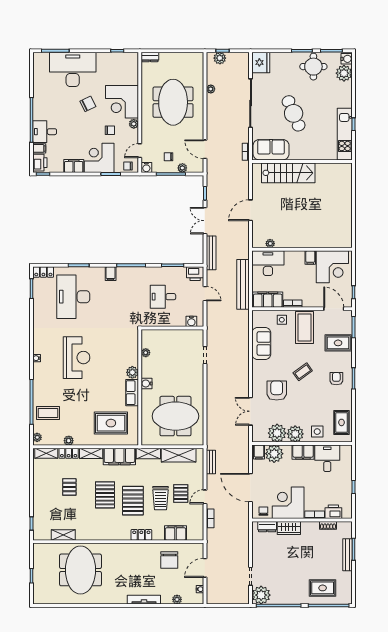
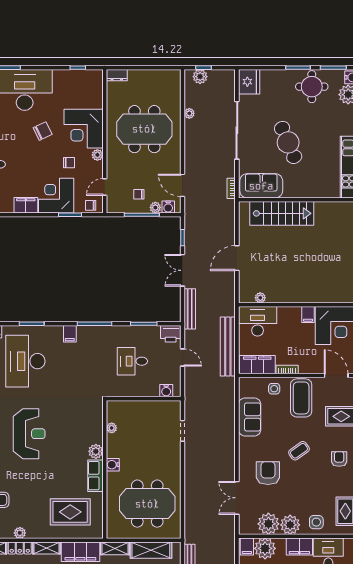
meeting table: (173, 102) -> (144, 129), turned 90
water cooler: (146, 167) -> (168, 207), moved

